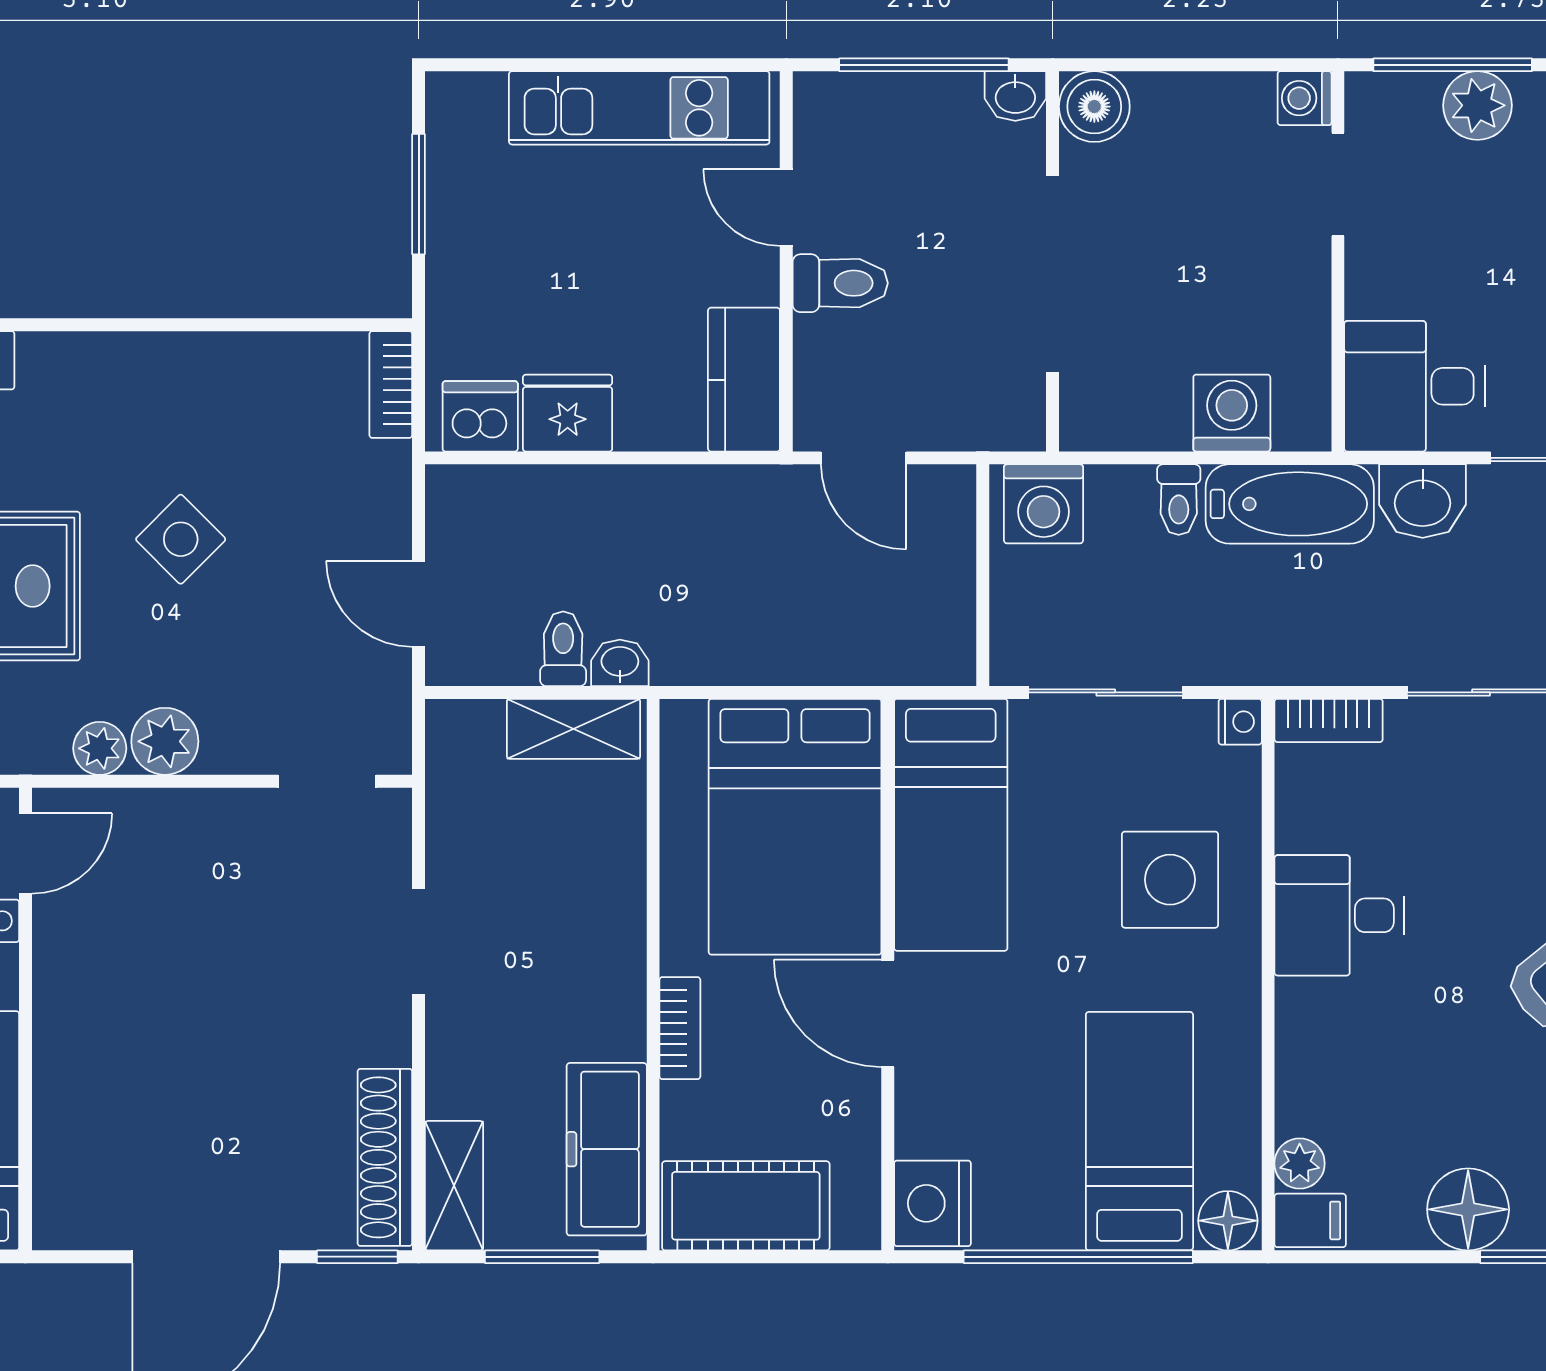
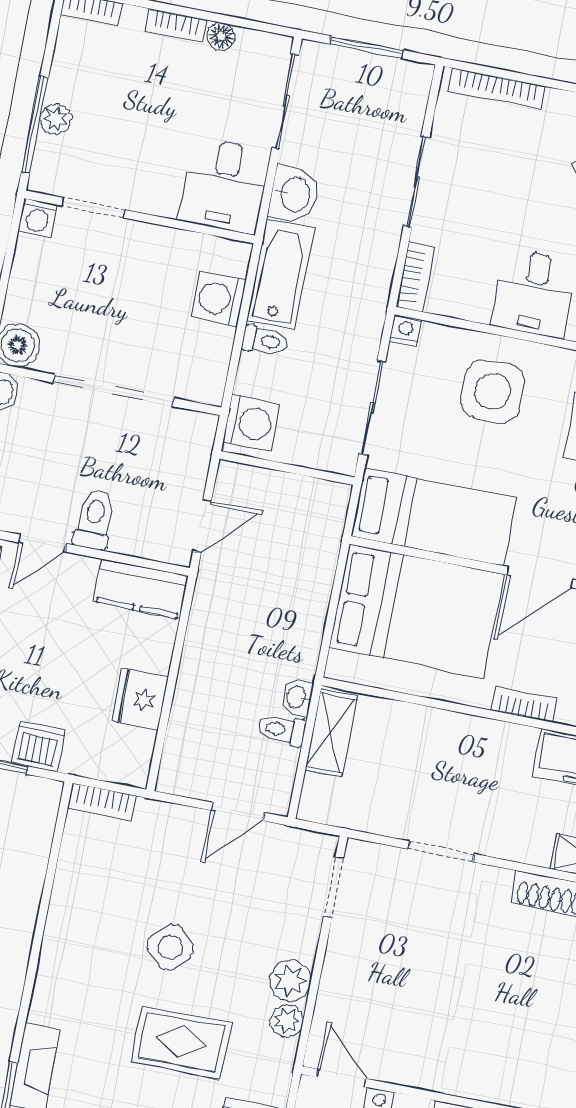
plant: (1477, 105) -> (56, 119), width x0.73, depth x0.73
dishwasher: (480, 416) -> (38, 746), moved, turned 90

